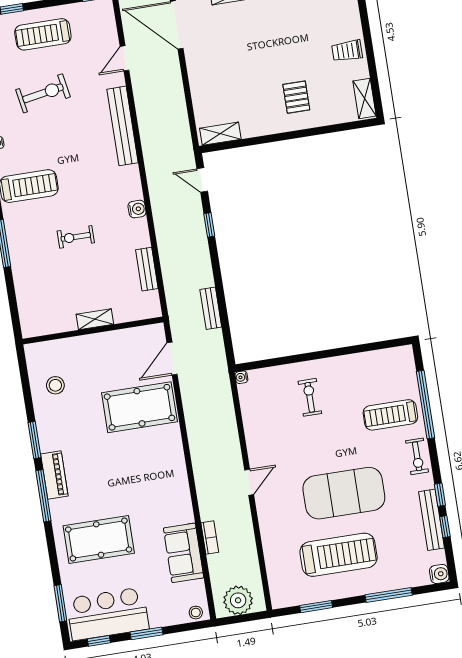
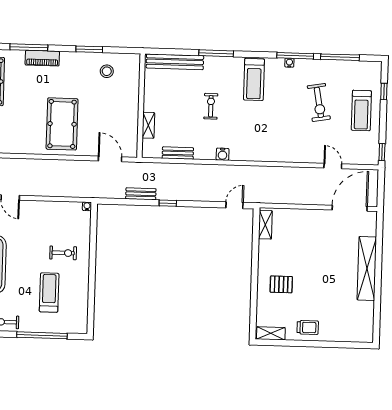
treadmill: (43, 34) -> (361, 110), turned 180
trolley: (347, 51) -> (308, 327), turned 90
bench: (123, 126) -> (175, 62), moved
window: (209, 225) -> (168, 203), moved
shelving: (95, 319) -> (148, 125), moved
pool table: (139, 407) -> (62, 124), moved
treadmill: (390, 415) -> (49, 293), moved
window: (35, 440) -> (89, 49), moved

